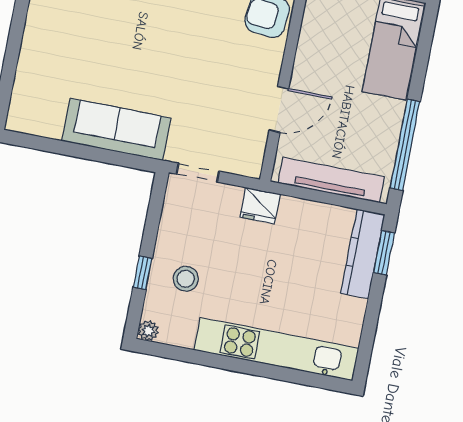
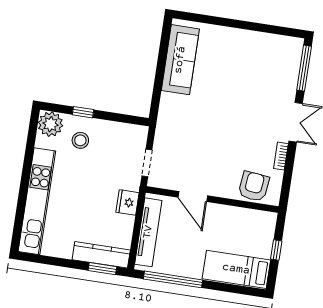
sofa: (116, 129) -> (180, 60), moved
doorway: (198, 173) -> (147, 163), moved
fridge: (260, 206) -> (127, 202), moved
plant: (148, 331) -> (50, 124), width x1.88, depth x1.88

